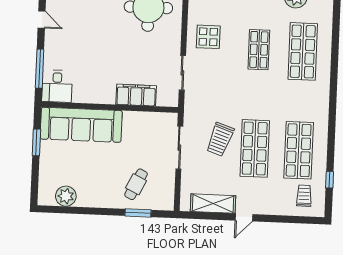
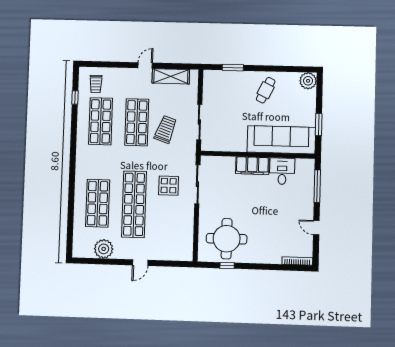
display table: (208, 37) -> (169, 186), moved
shop shelf: (259, 50) -> (134, 204), width x2.00, depth x1.36
sliding door: (182, 73) -> (197, 184), width x1.37
desk: (57, 86) -> (282, 171), moved
filing cabinet: (136, 95) -> (252, 166), moved
cafe table: (136, 184) -> (266, 90), moved
plant: (66, 196) -> (308, 81), moved

